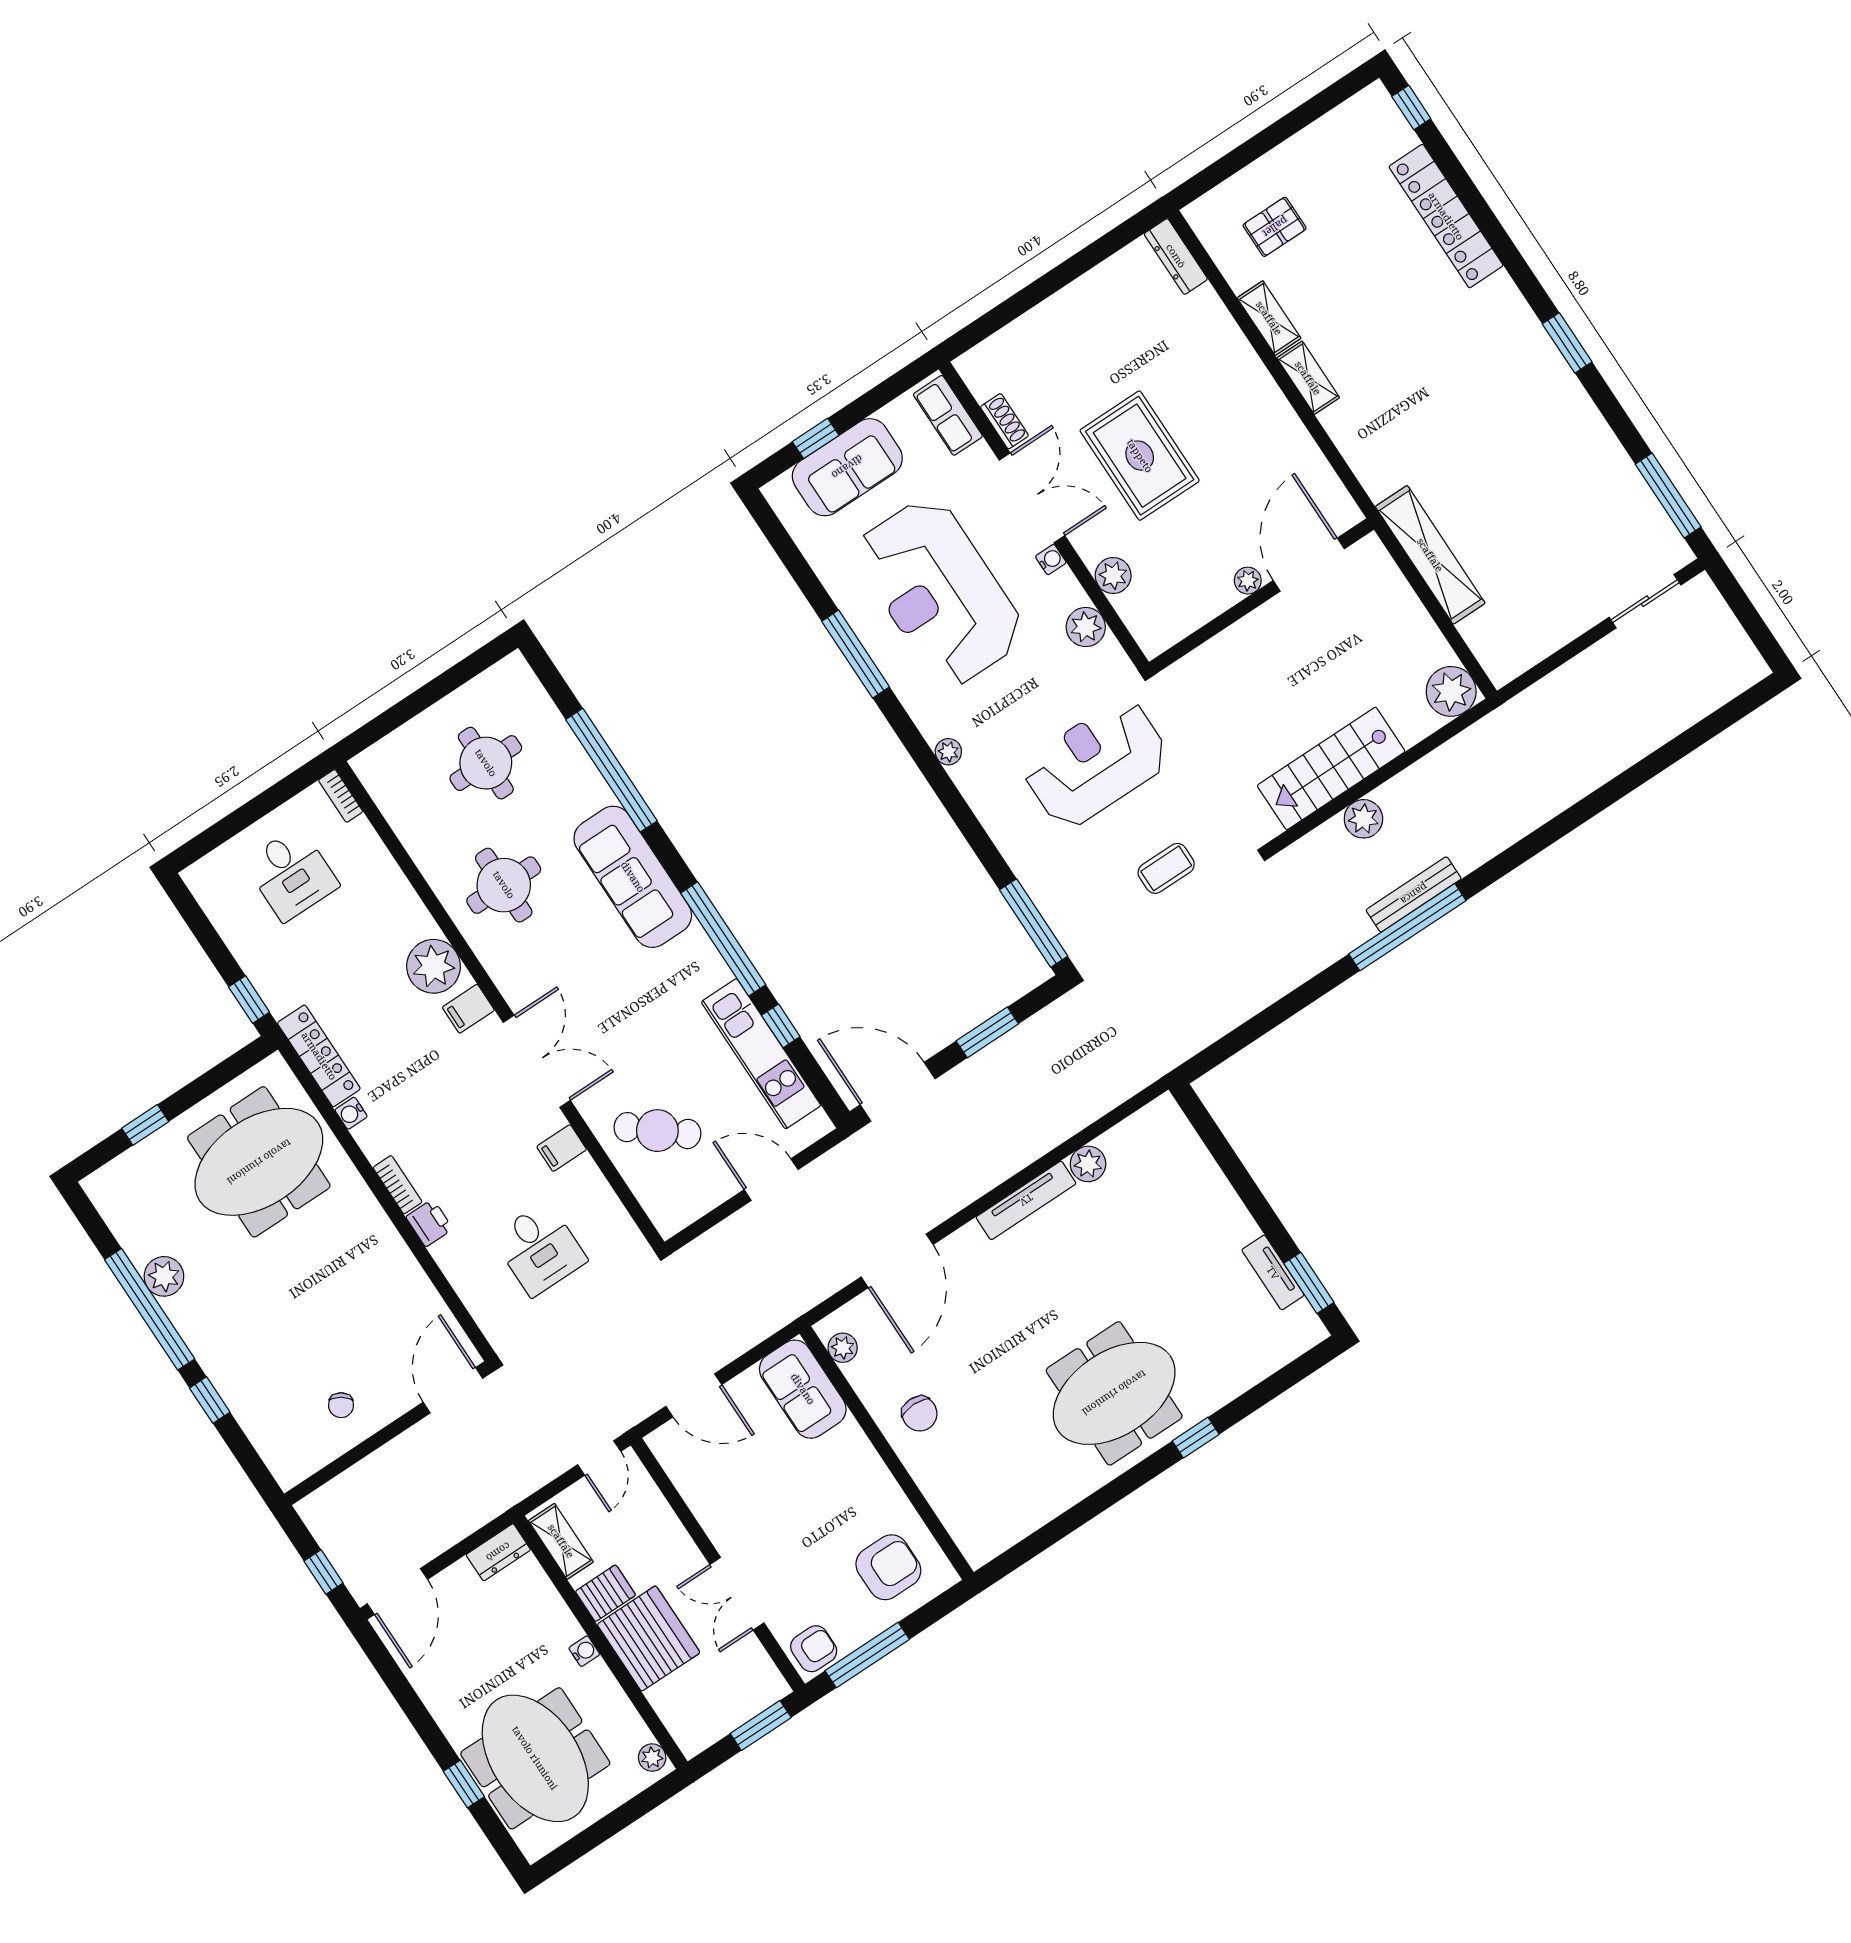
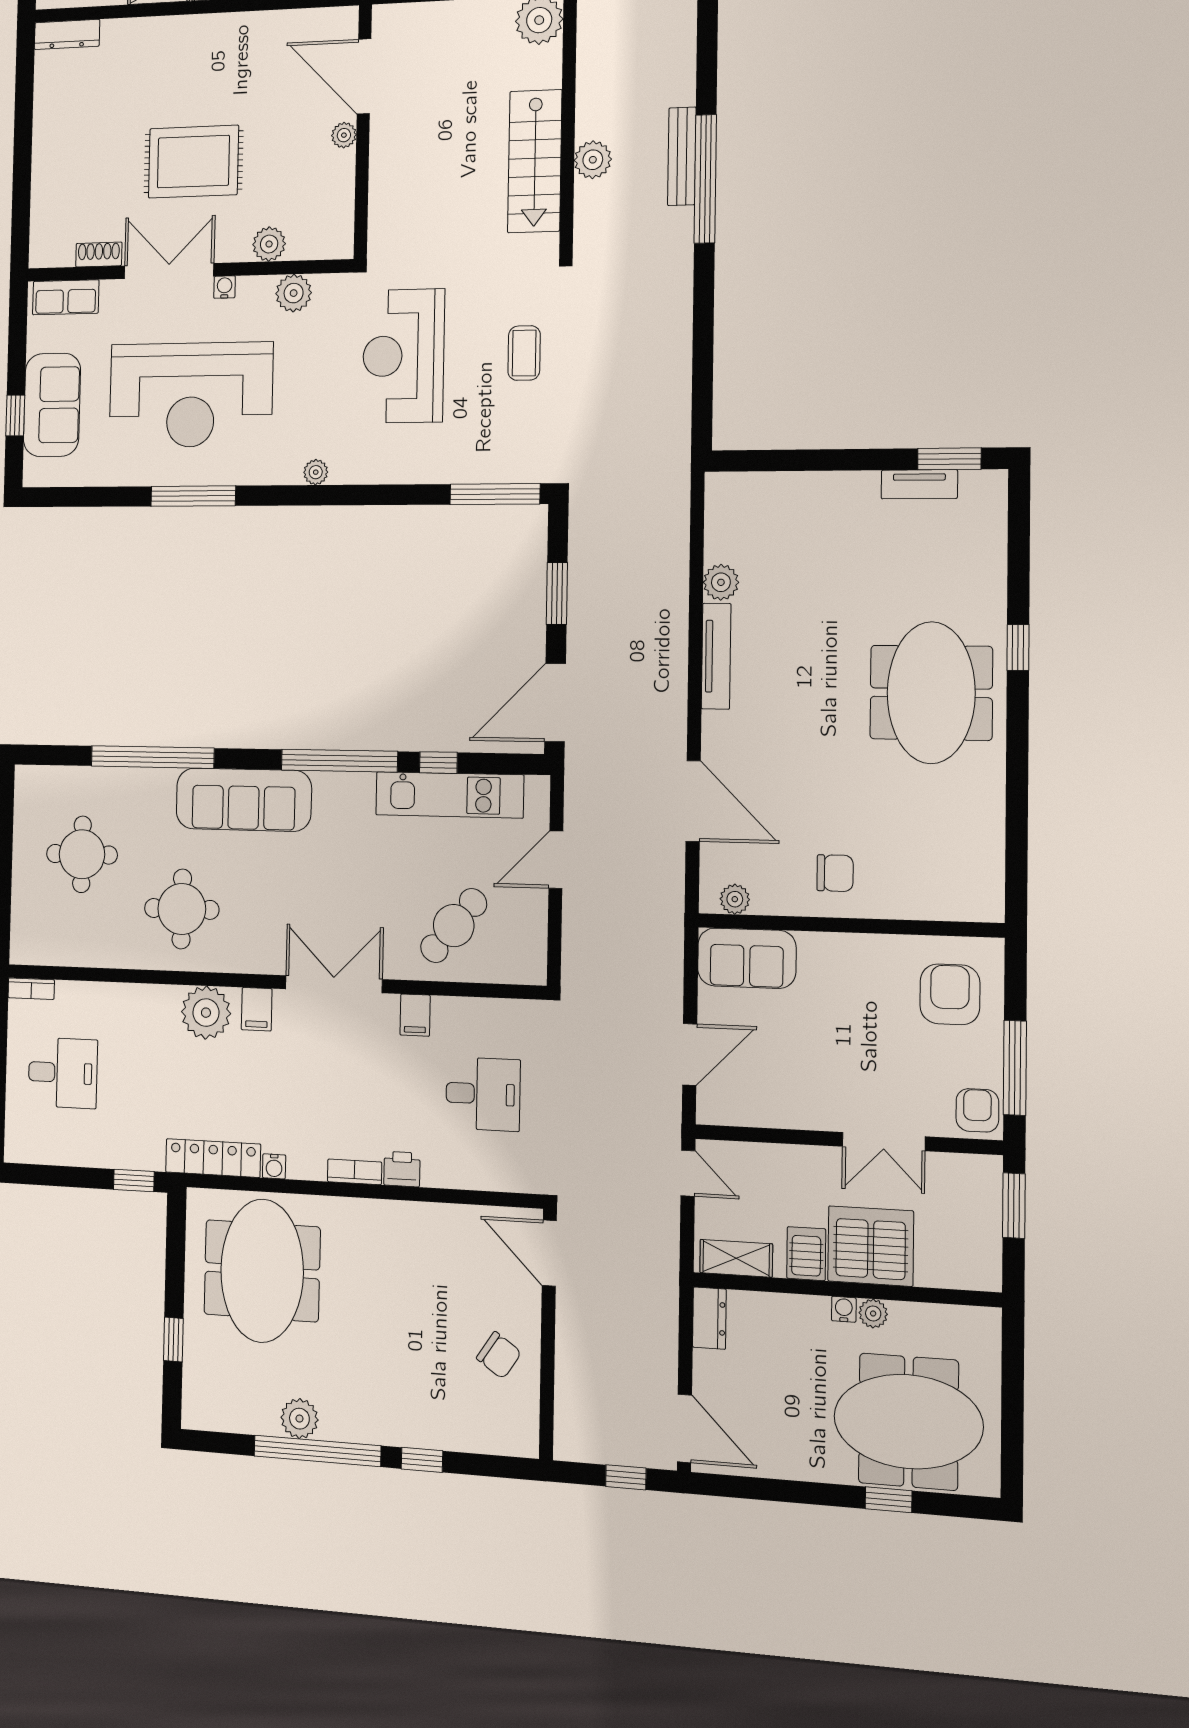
chair: (341, 1405) -> (499, 1355), width x1.37, depth x1.37
plant: (652, 1758) -> (873, 1313), moved

